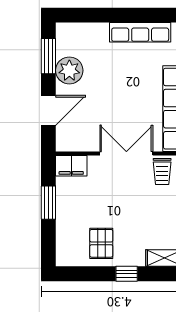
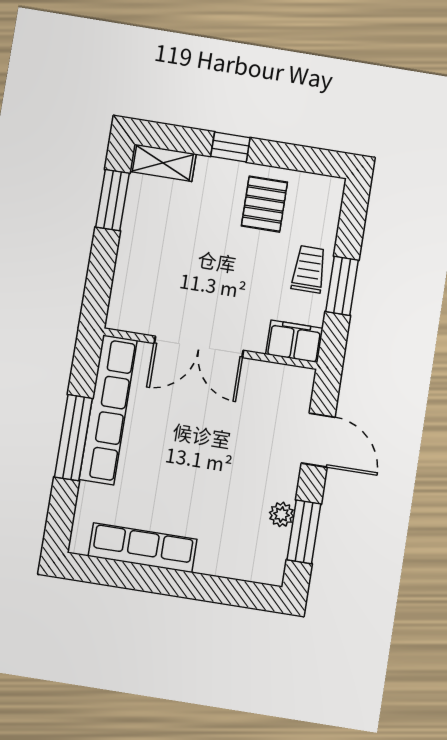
plant: (69, 70) -> (281, 514), width x0.53, depth x0.53
door: (48, 110) -> (318, 440), swing flipped
trolley: (162, 171) -> (309, 269), moved

